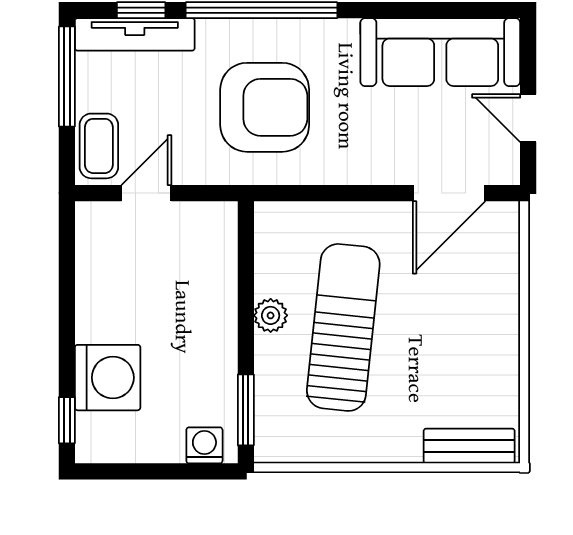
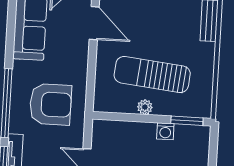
armchair: (265, 107) -> (51, 104), turned 90
washing machine: (204, 445) -> (165, 131), moved, turned -90

